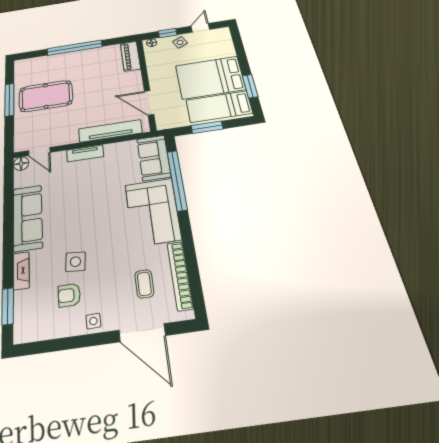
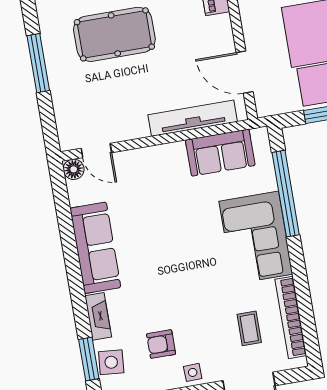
pool table: (46, 96) -> (114, 34), moved
tv unit: (85, 153) -> (161, 154), removed
sofa: (154, 158) -> (220, 153), moved, turned -90
side table: (75, 262) -> (111, 362), moved

